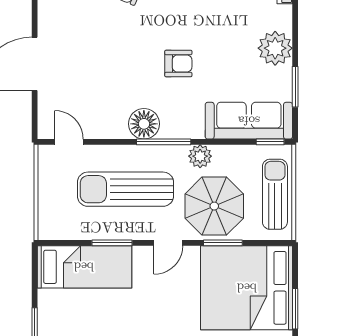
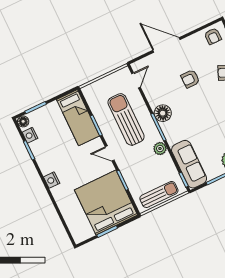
armchair: (178, 63) -> (190, 79), moved, turned 90
parasol: (214, 206) -> (139, 167), removed

